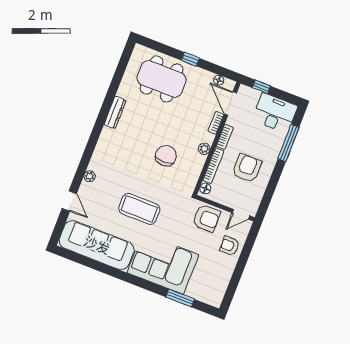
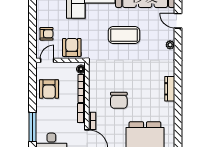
dresser: (115, 112) -> (170, 89), moved
plant: (204, 149) -> (93, 98), removed
chair: (166, 156) -> (119, 100), moved
armchair: (247, 168) -> (49, 89), moved
armchair: (206, 218) -> (72, 47), turned 90

